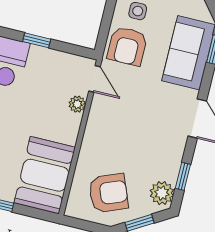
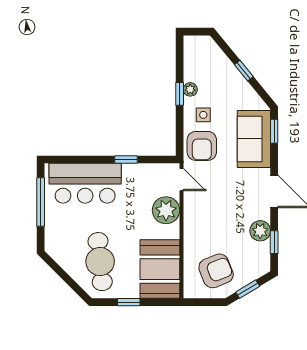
plant: (77, 104) -> (166, 210), width x1.88, depth x1.88
plant: (162, 193) -> (260, 231), moved

